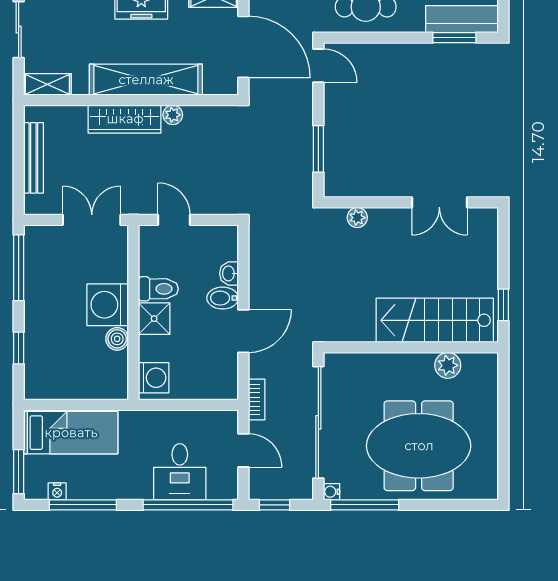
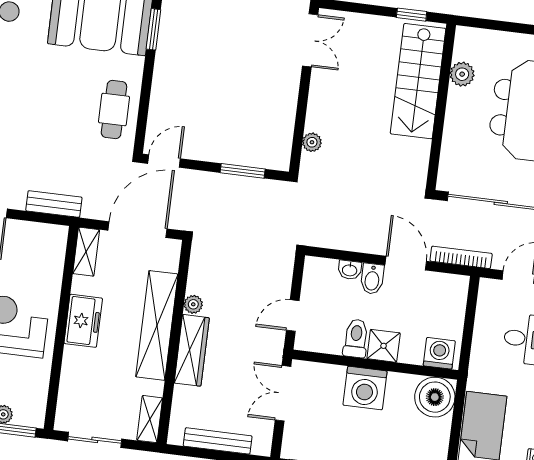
double door: (439, 202) -> (310, 40), moved
boiler: (117, 339) -> (435, 397), moved, width x1.86, depth x1.86
bookcase: (257, 400) -> (461, 257), width x1.56

